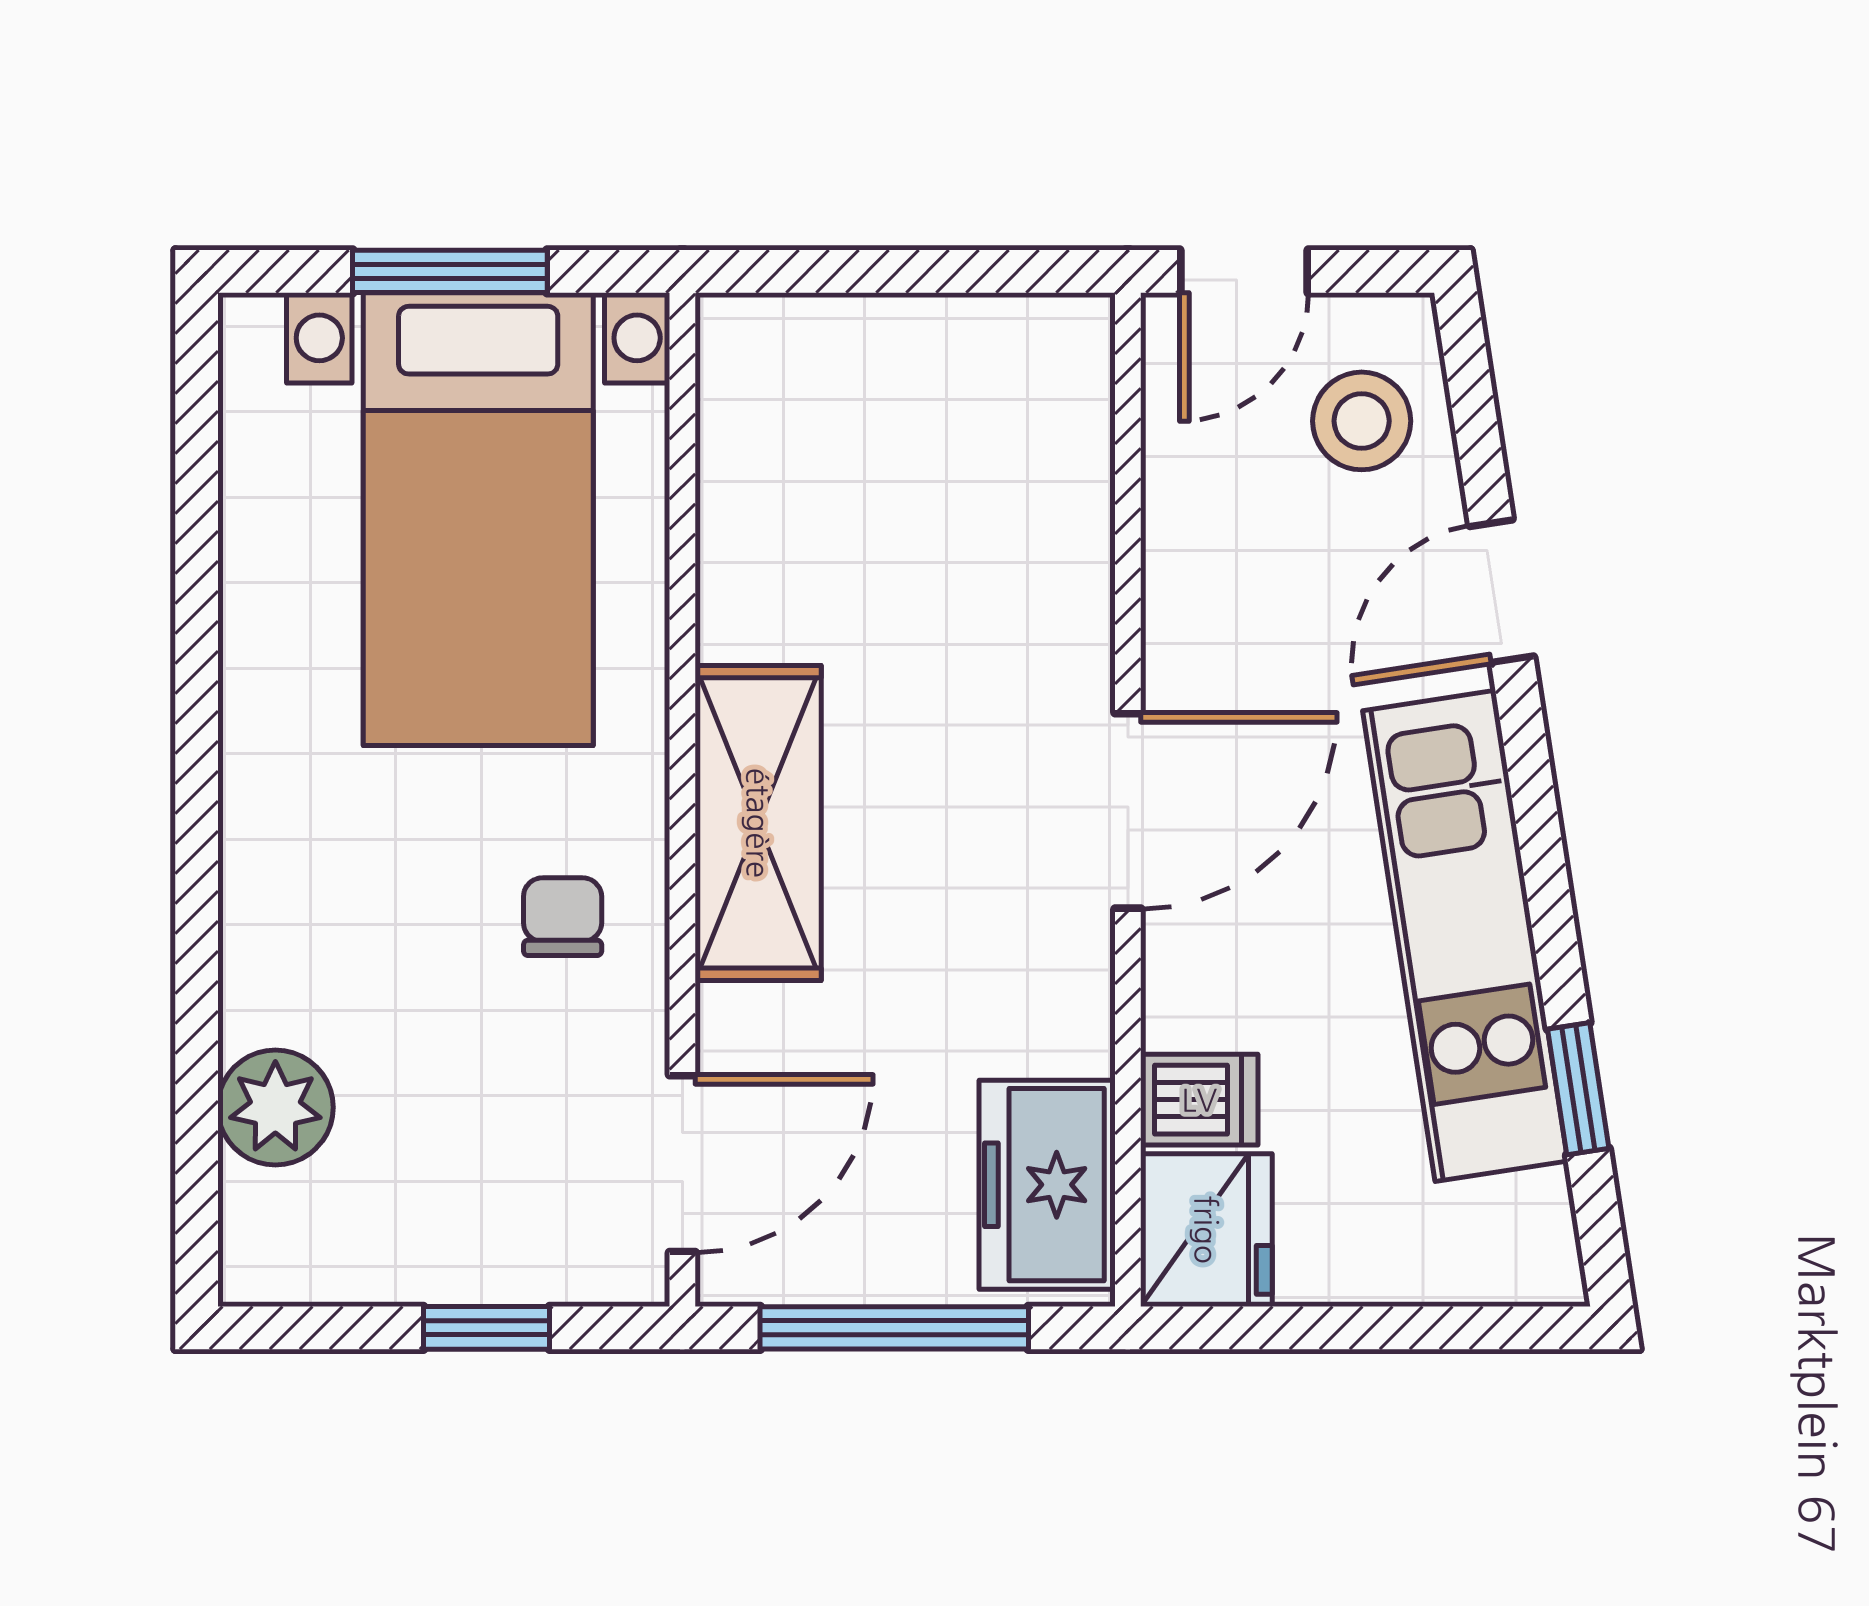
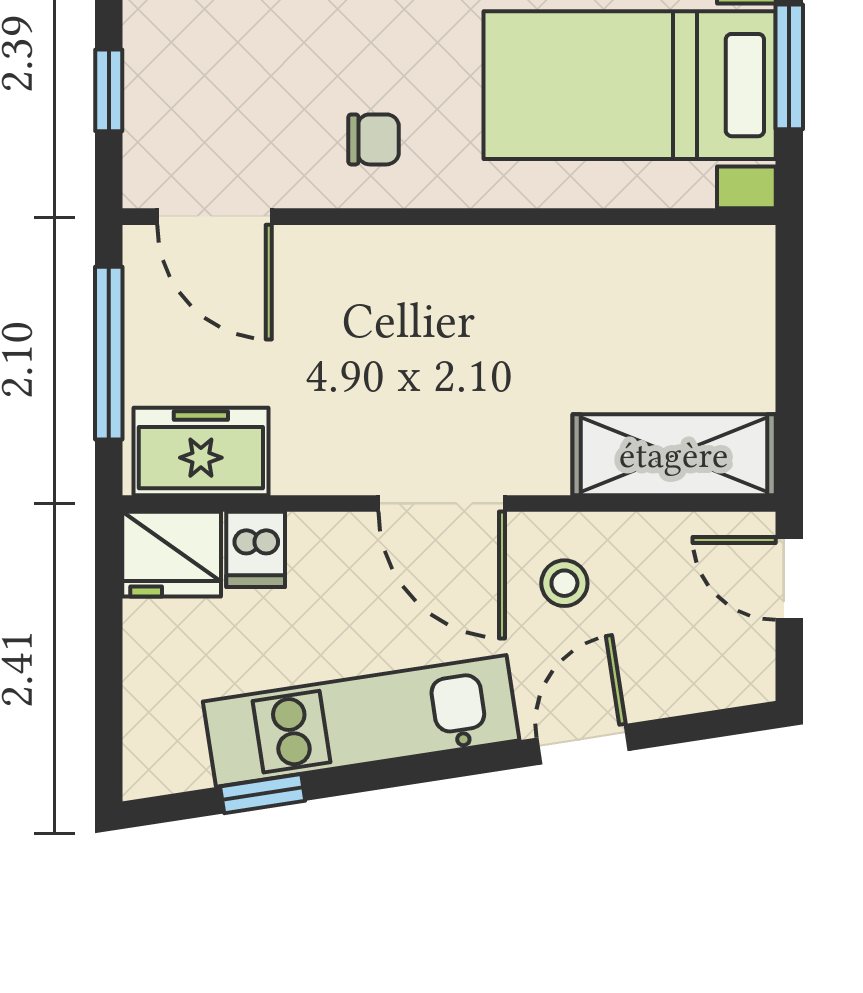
stool: (1362, 421) -> (564, 583), moved, width x0.73, depth x0.73
door: (1502, 591) -> (583, 744), hinge flipped
shelving: (758, 823) -> (674, 455), moved

